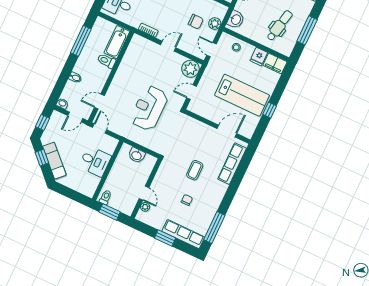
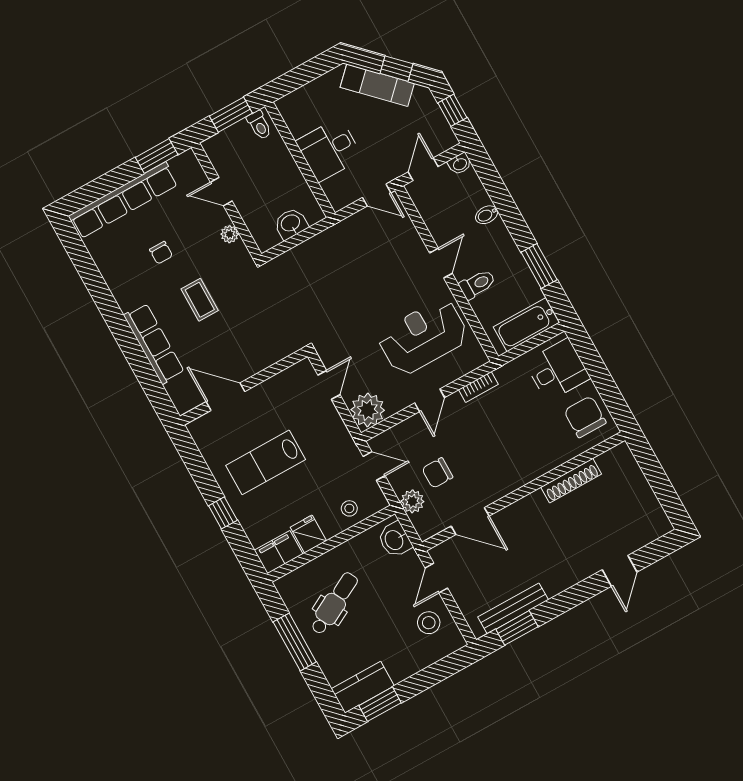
dental chair: (280, 25) -> (334, 603), turned -130
window: (81, 41) -> (539, 266), width x0.69
bathtub: (117, 42) -> (527, 325), moved, turned -90
lab bench: (242, 95) -> (266, 462), width x0.73, depth x0.72
door: (99, 101) -> (441, 263), moved
reception desk: (149, 108) -> (423, 337), moved, turned -90
window: (270, 110) -> (223, 513), moved
door: (227, 131) -> (225, 397), swing flipped
row of seats: (232, 164) -> (154, 344), moved
plant: (145, 207) -> (230, 234), moved
window: (214, 227) -> (85, 265), removed
row of seats: (183, 234) -> (123, 200), width x1.36
window: (165, 238) -> (157, 156), moved

